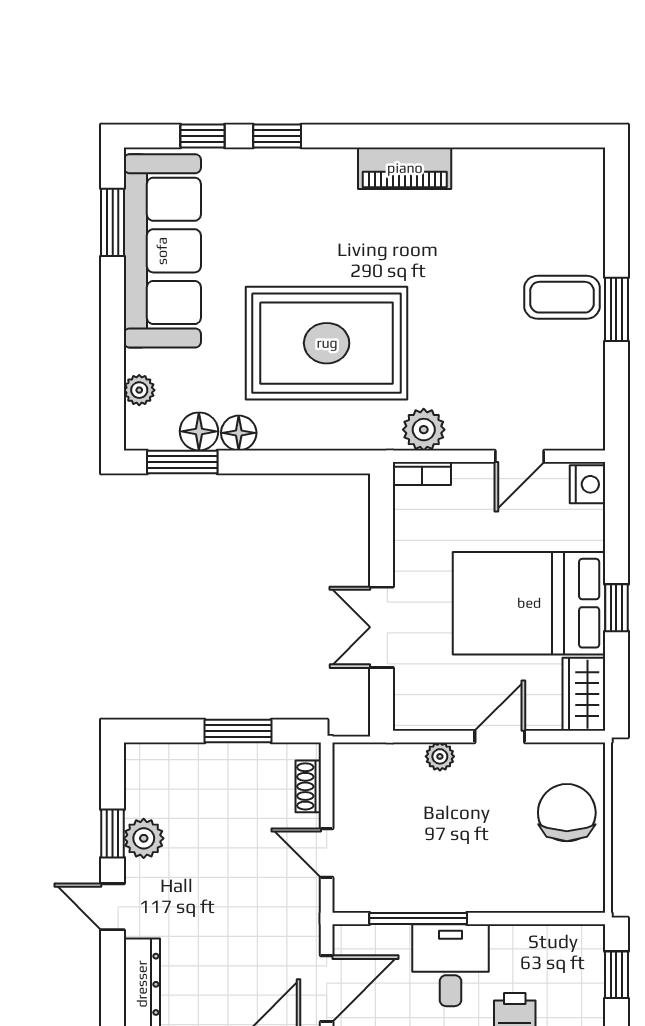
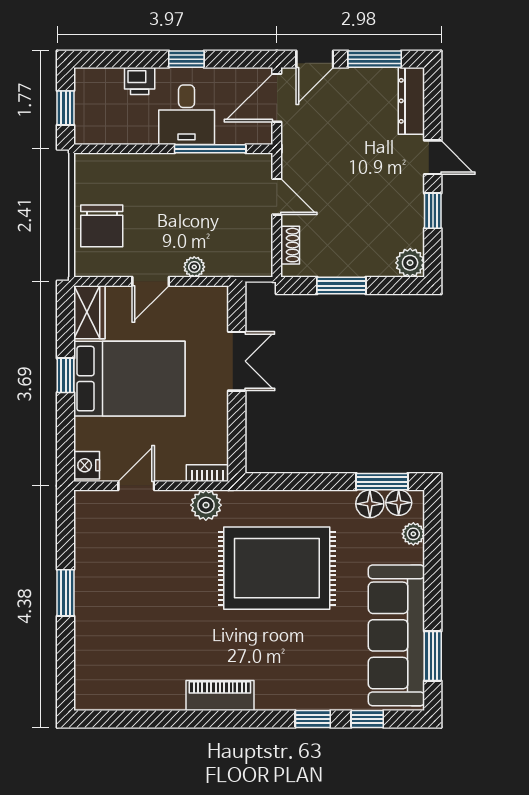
coffee table: (562, 297) -> (105, 602), removed
floor lamp: (239, 433) -> (399, 503), moved
plant: (144, 838) -> (410, 263), moved

